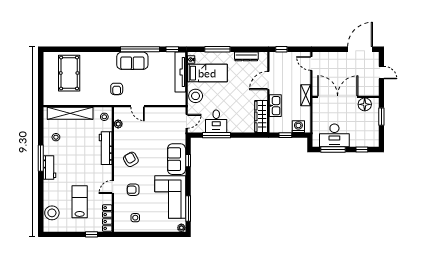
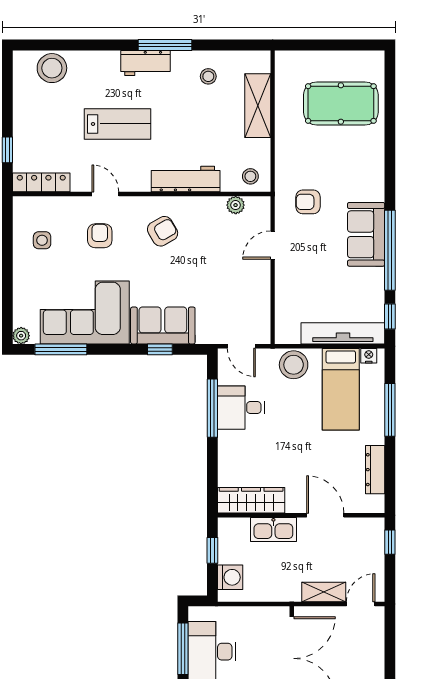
shelving: (306, 95) -> (324, 592), moved
shelving: (70, 113) -> (258, 106), width x0.68
lab bench: (80, 202) -> (118, 124), moved

